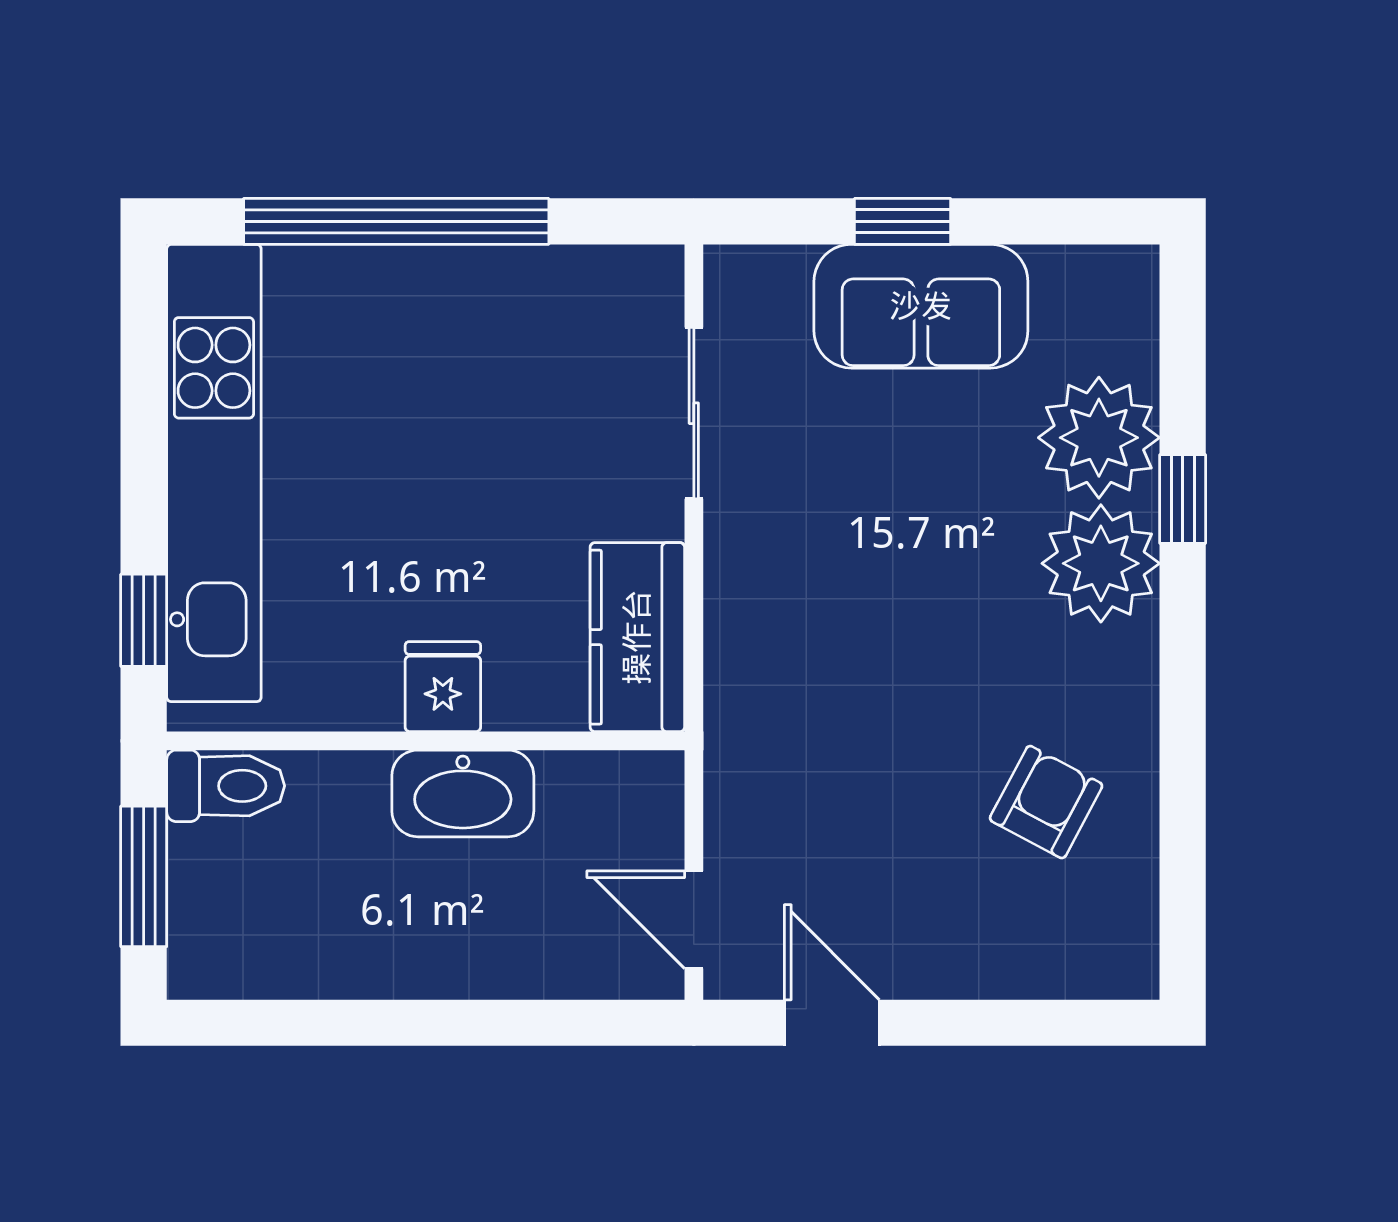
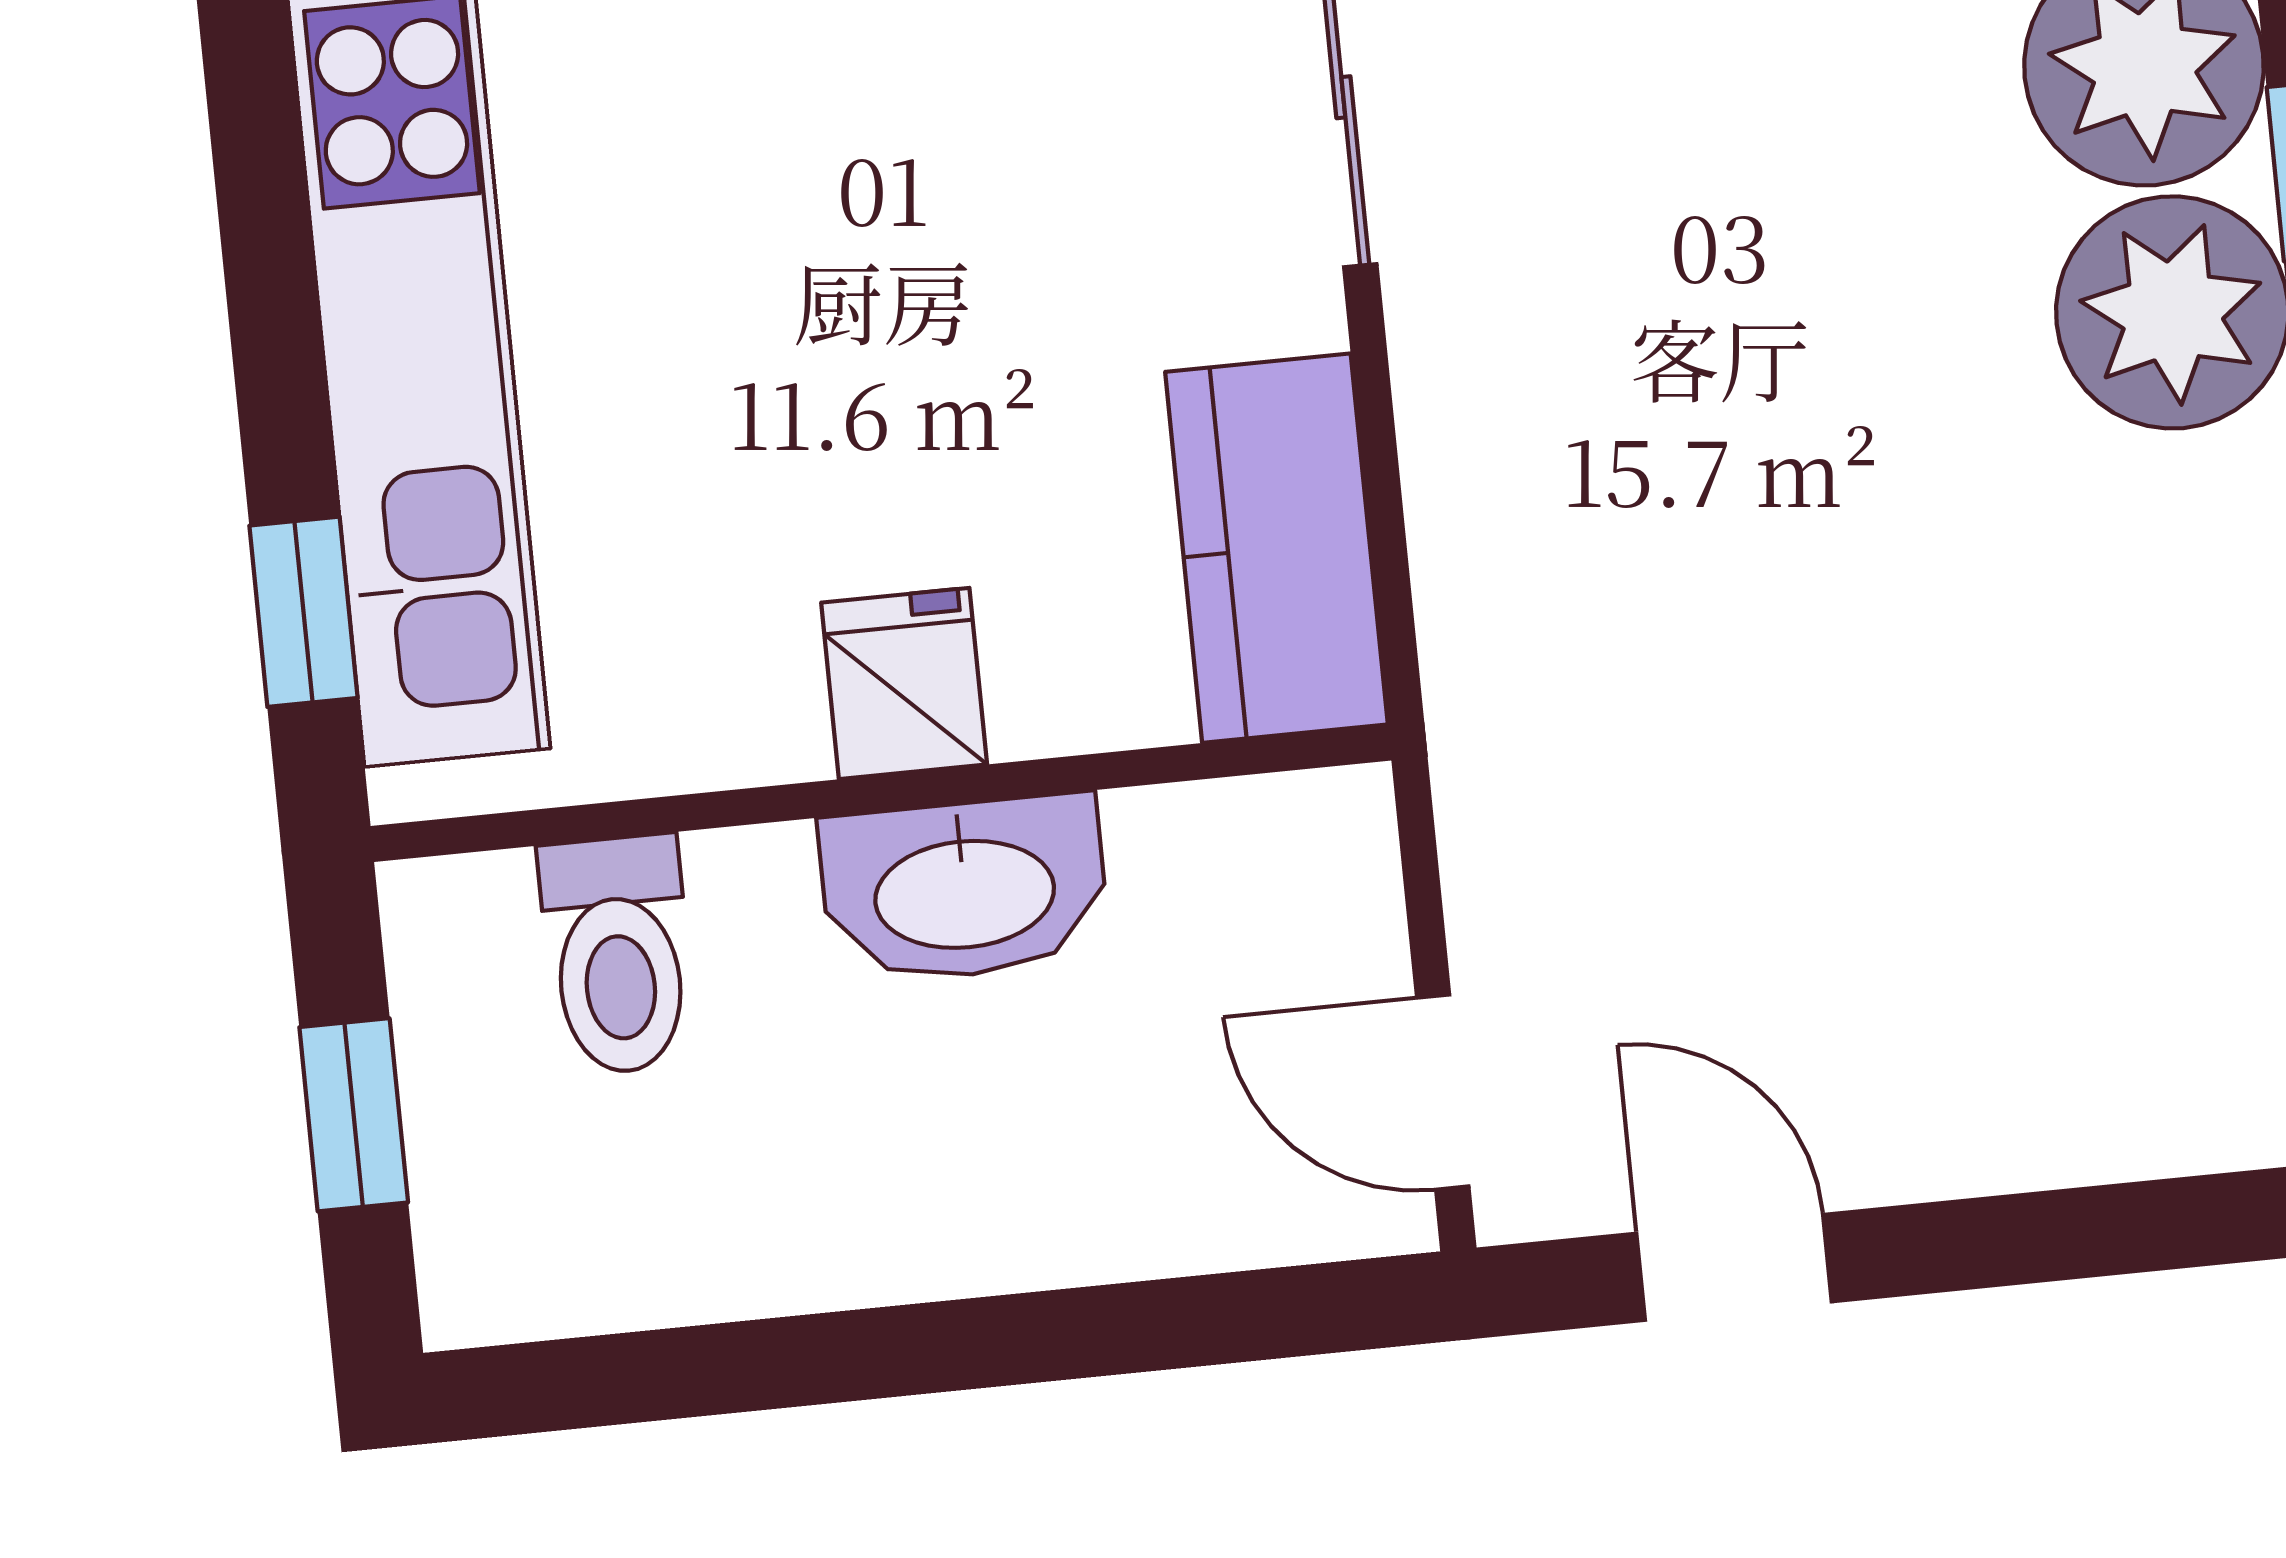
toilet: (226, 786) -> (618, 955), moved, turned 90
armchair: (1046, 802) -> (2112, 792), removed
window: (144, 876) -> (354, 1115), width x0.67

